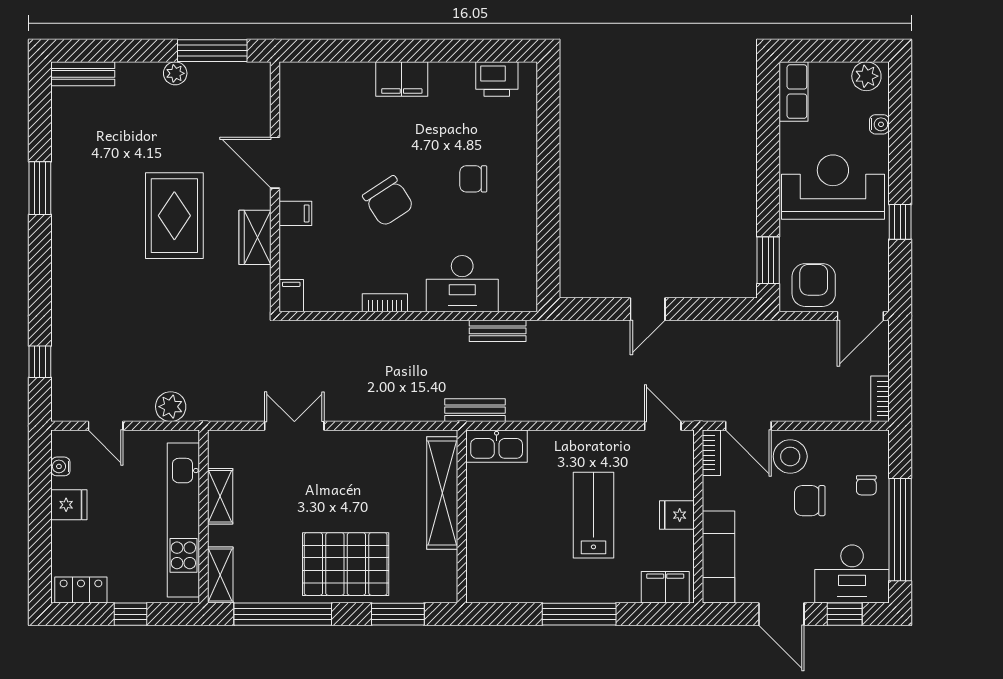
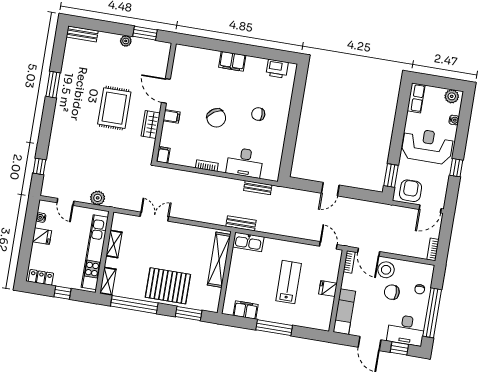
window: (212, 51) -> (145, 33), width x0.69
filing cabinet: (665, 587) -> (246, 310), moved

